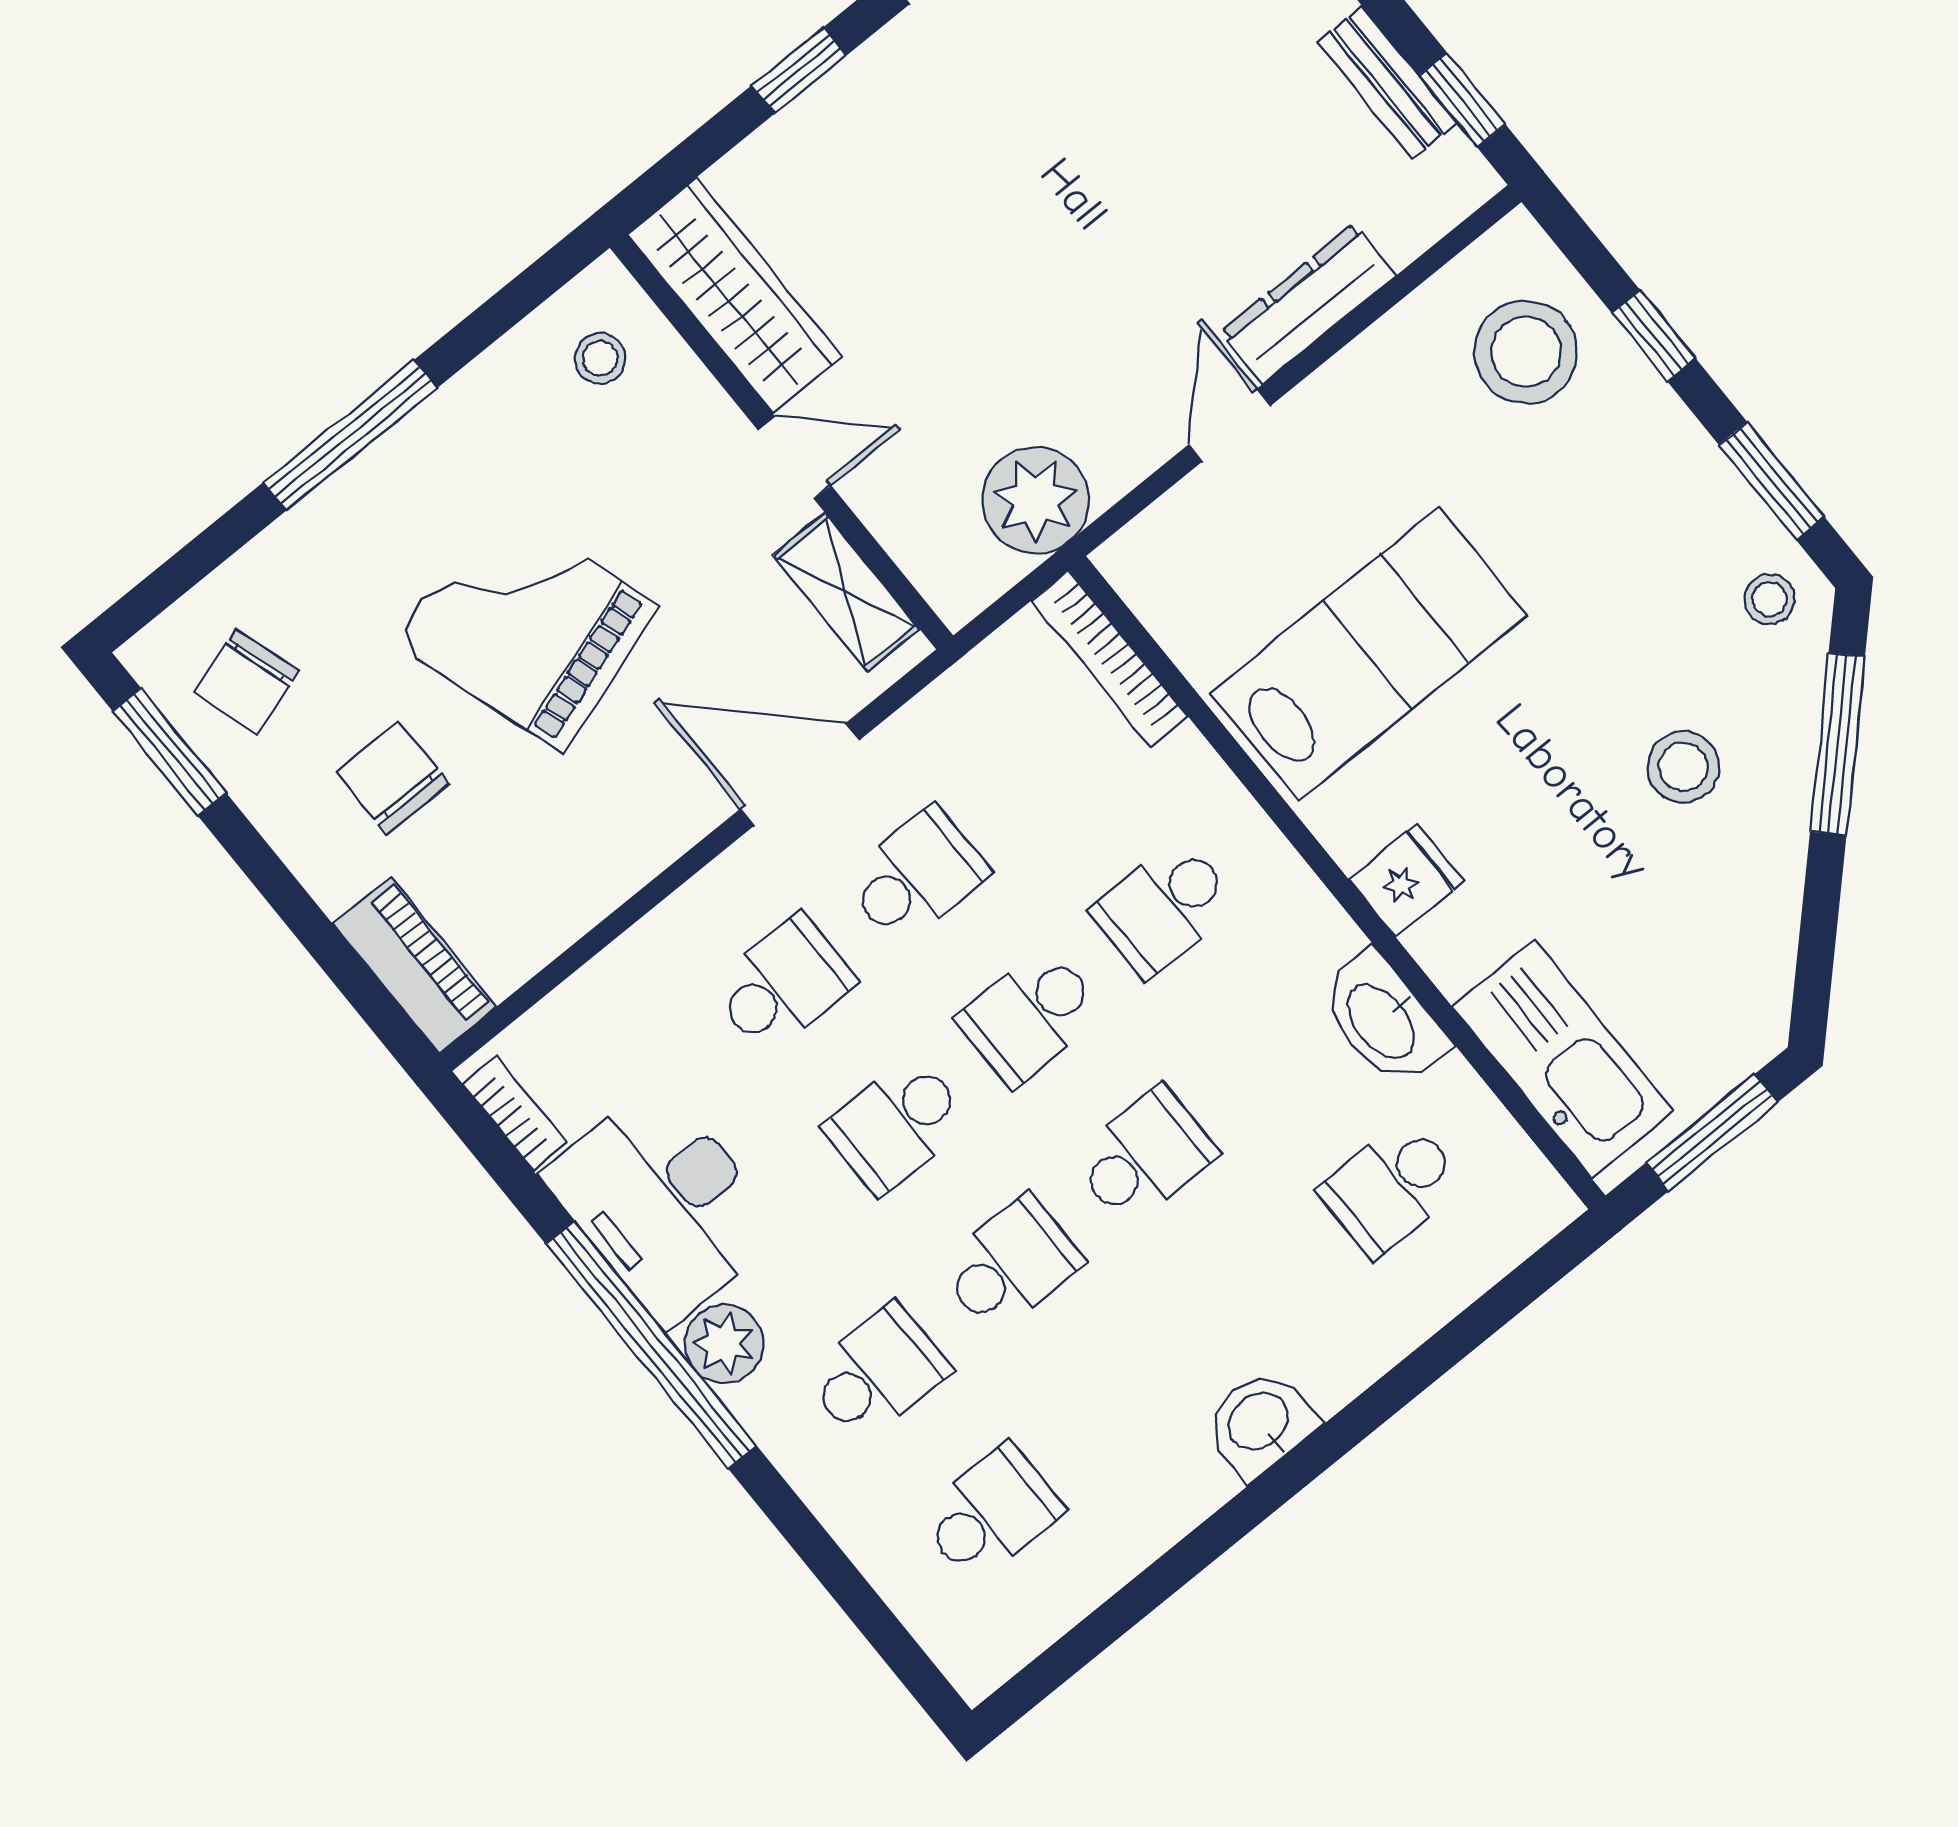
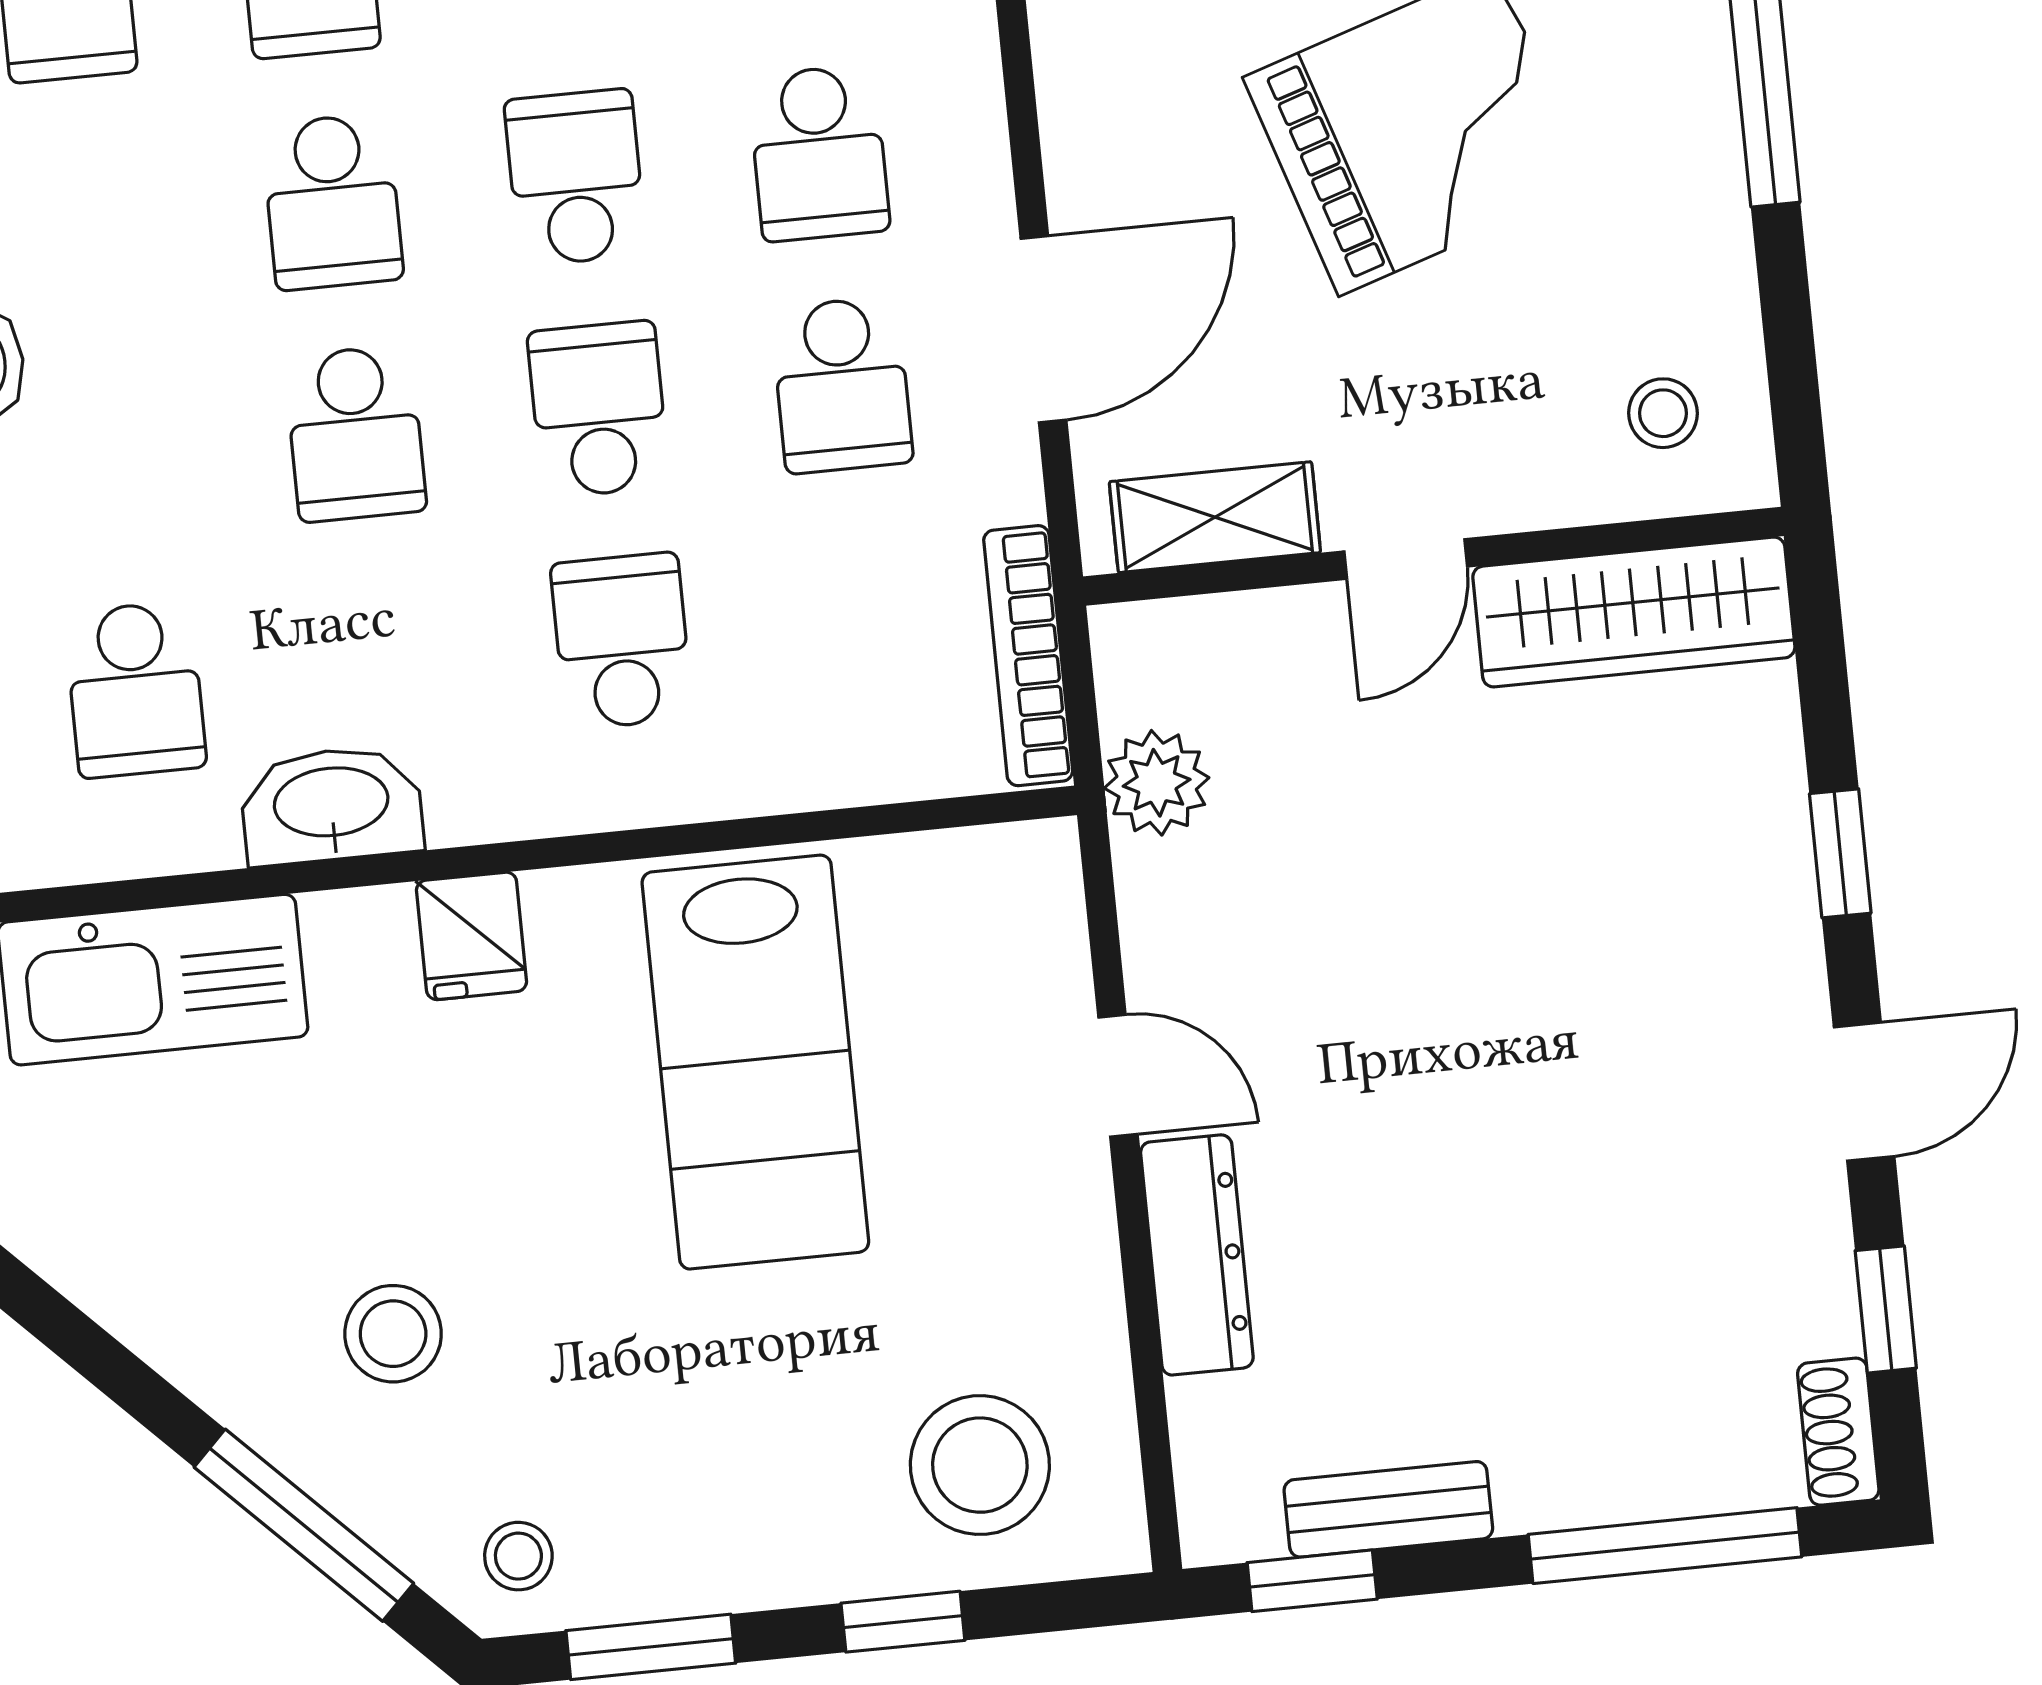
plant: (1036, 500) -> (1157, 783), width x0.73, depth x0.73
bookcase: (1110, 659) -> (1028, 656), moved, turned -90
school desk: (1391, 1188) -> (135, 690), turned 180

